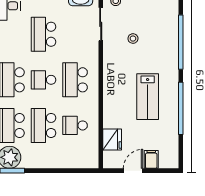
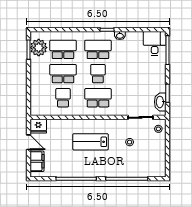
school desk: (44, 34) -> (133, 74), removed
lab bench: (148, 97) -> (91, 142), moved
fridge: (112, 140) -> (38, 126), moved
filing cabinet: (151, 159) -> (37, 161), width x2.00

